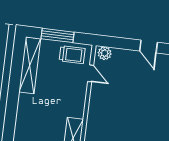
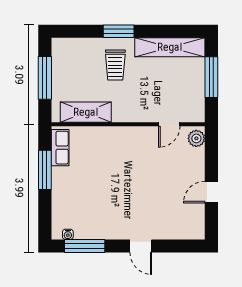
trolley: (72, 55) -> (115, 65), moved
window: (12, 104) -> (119, 31), added

